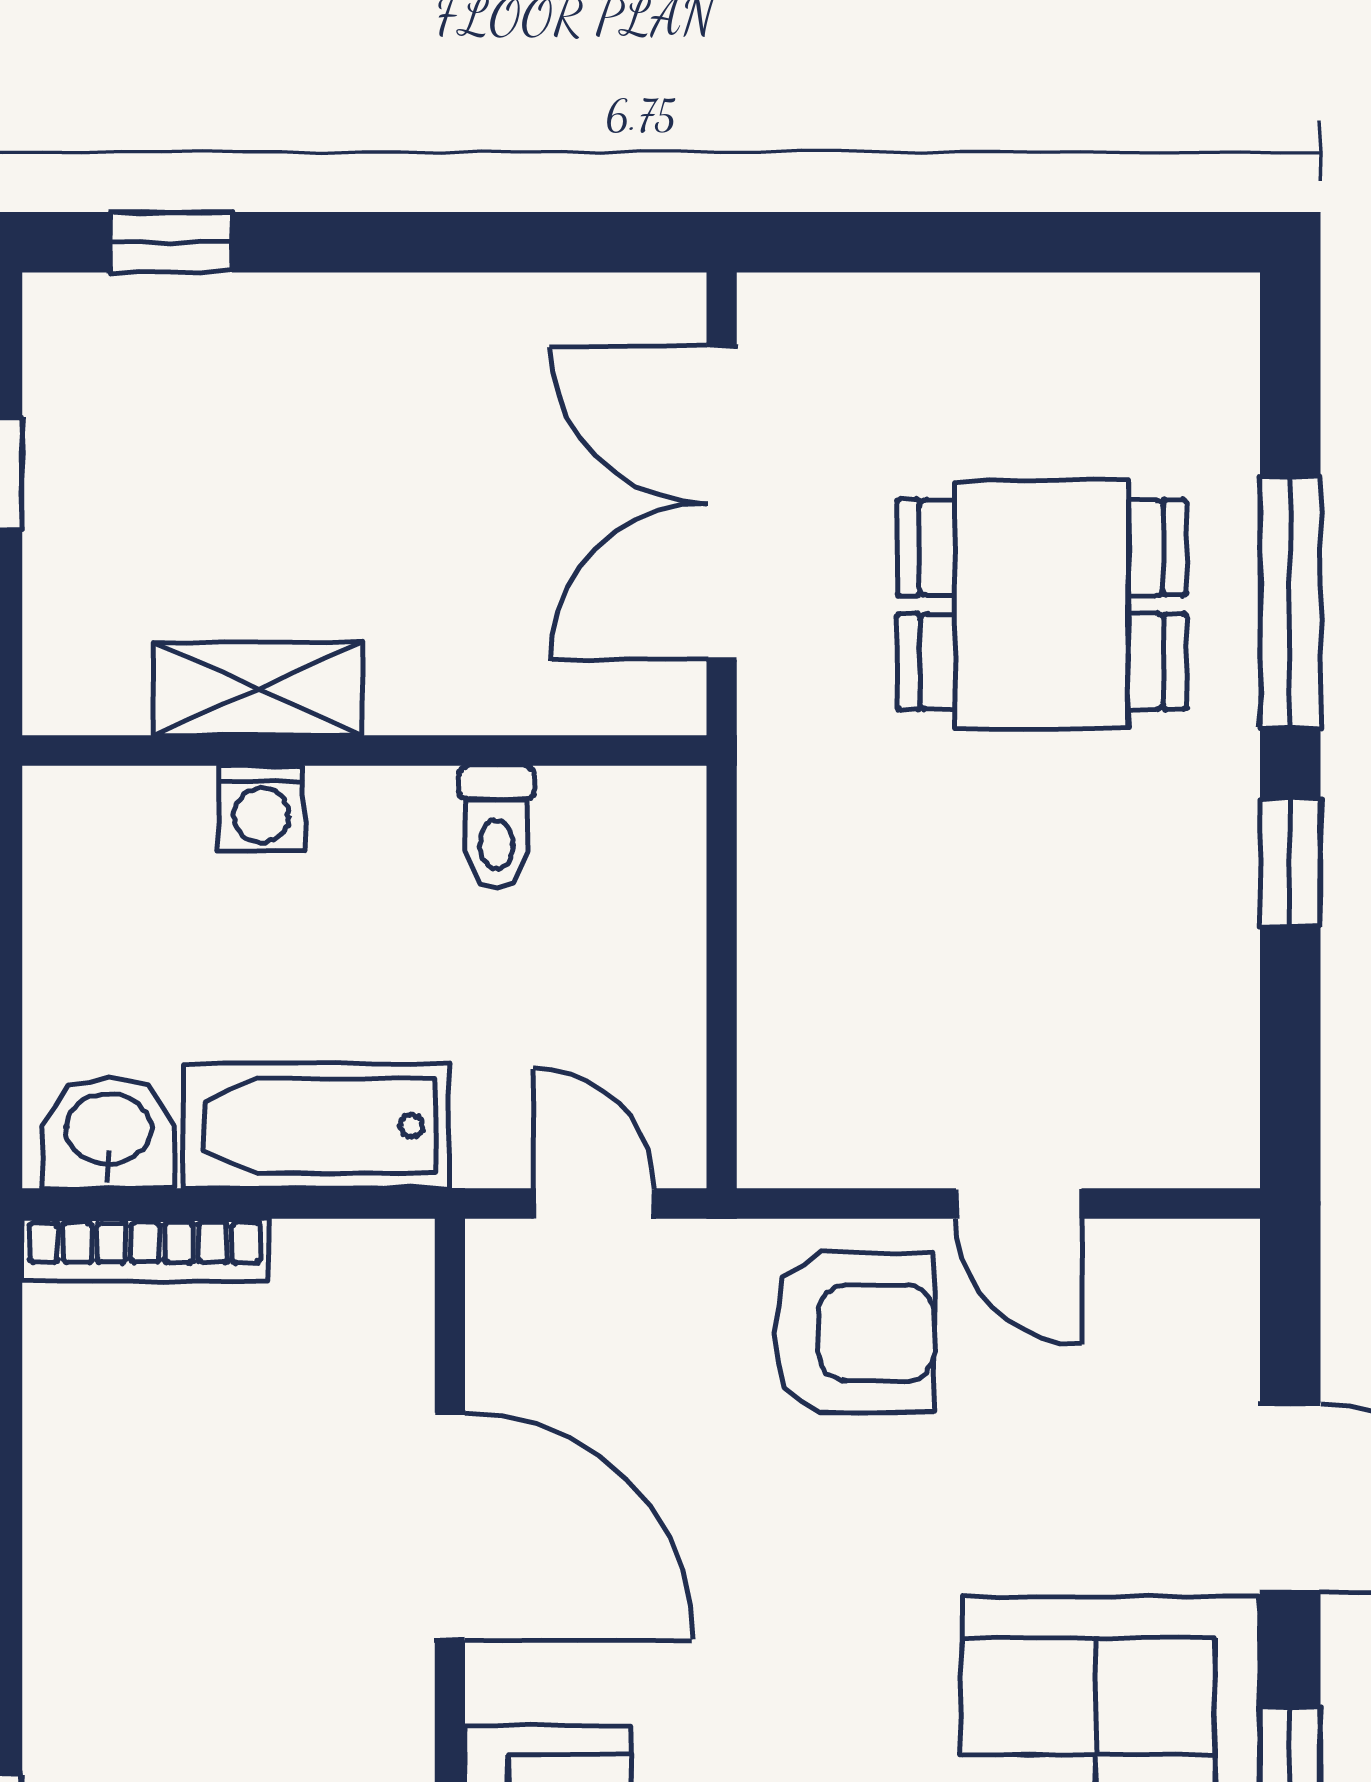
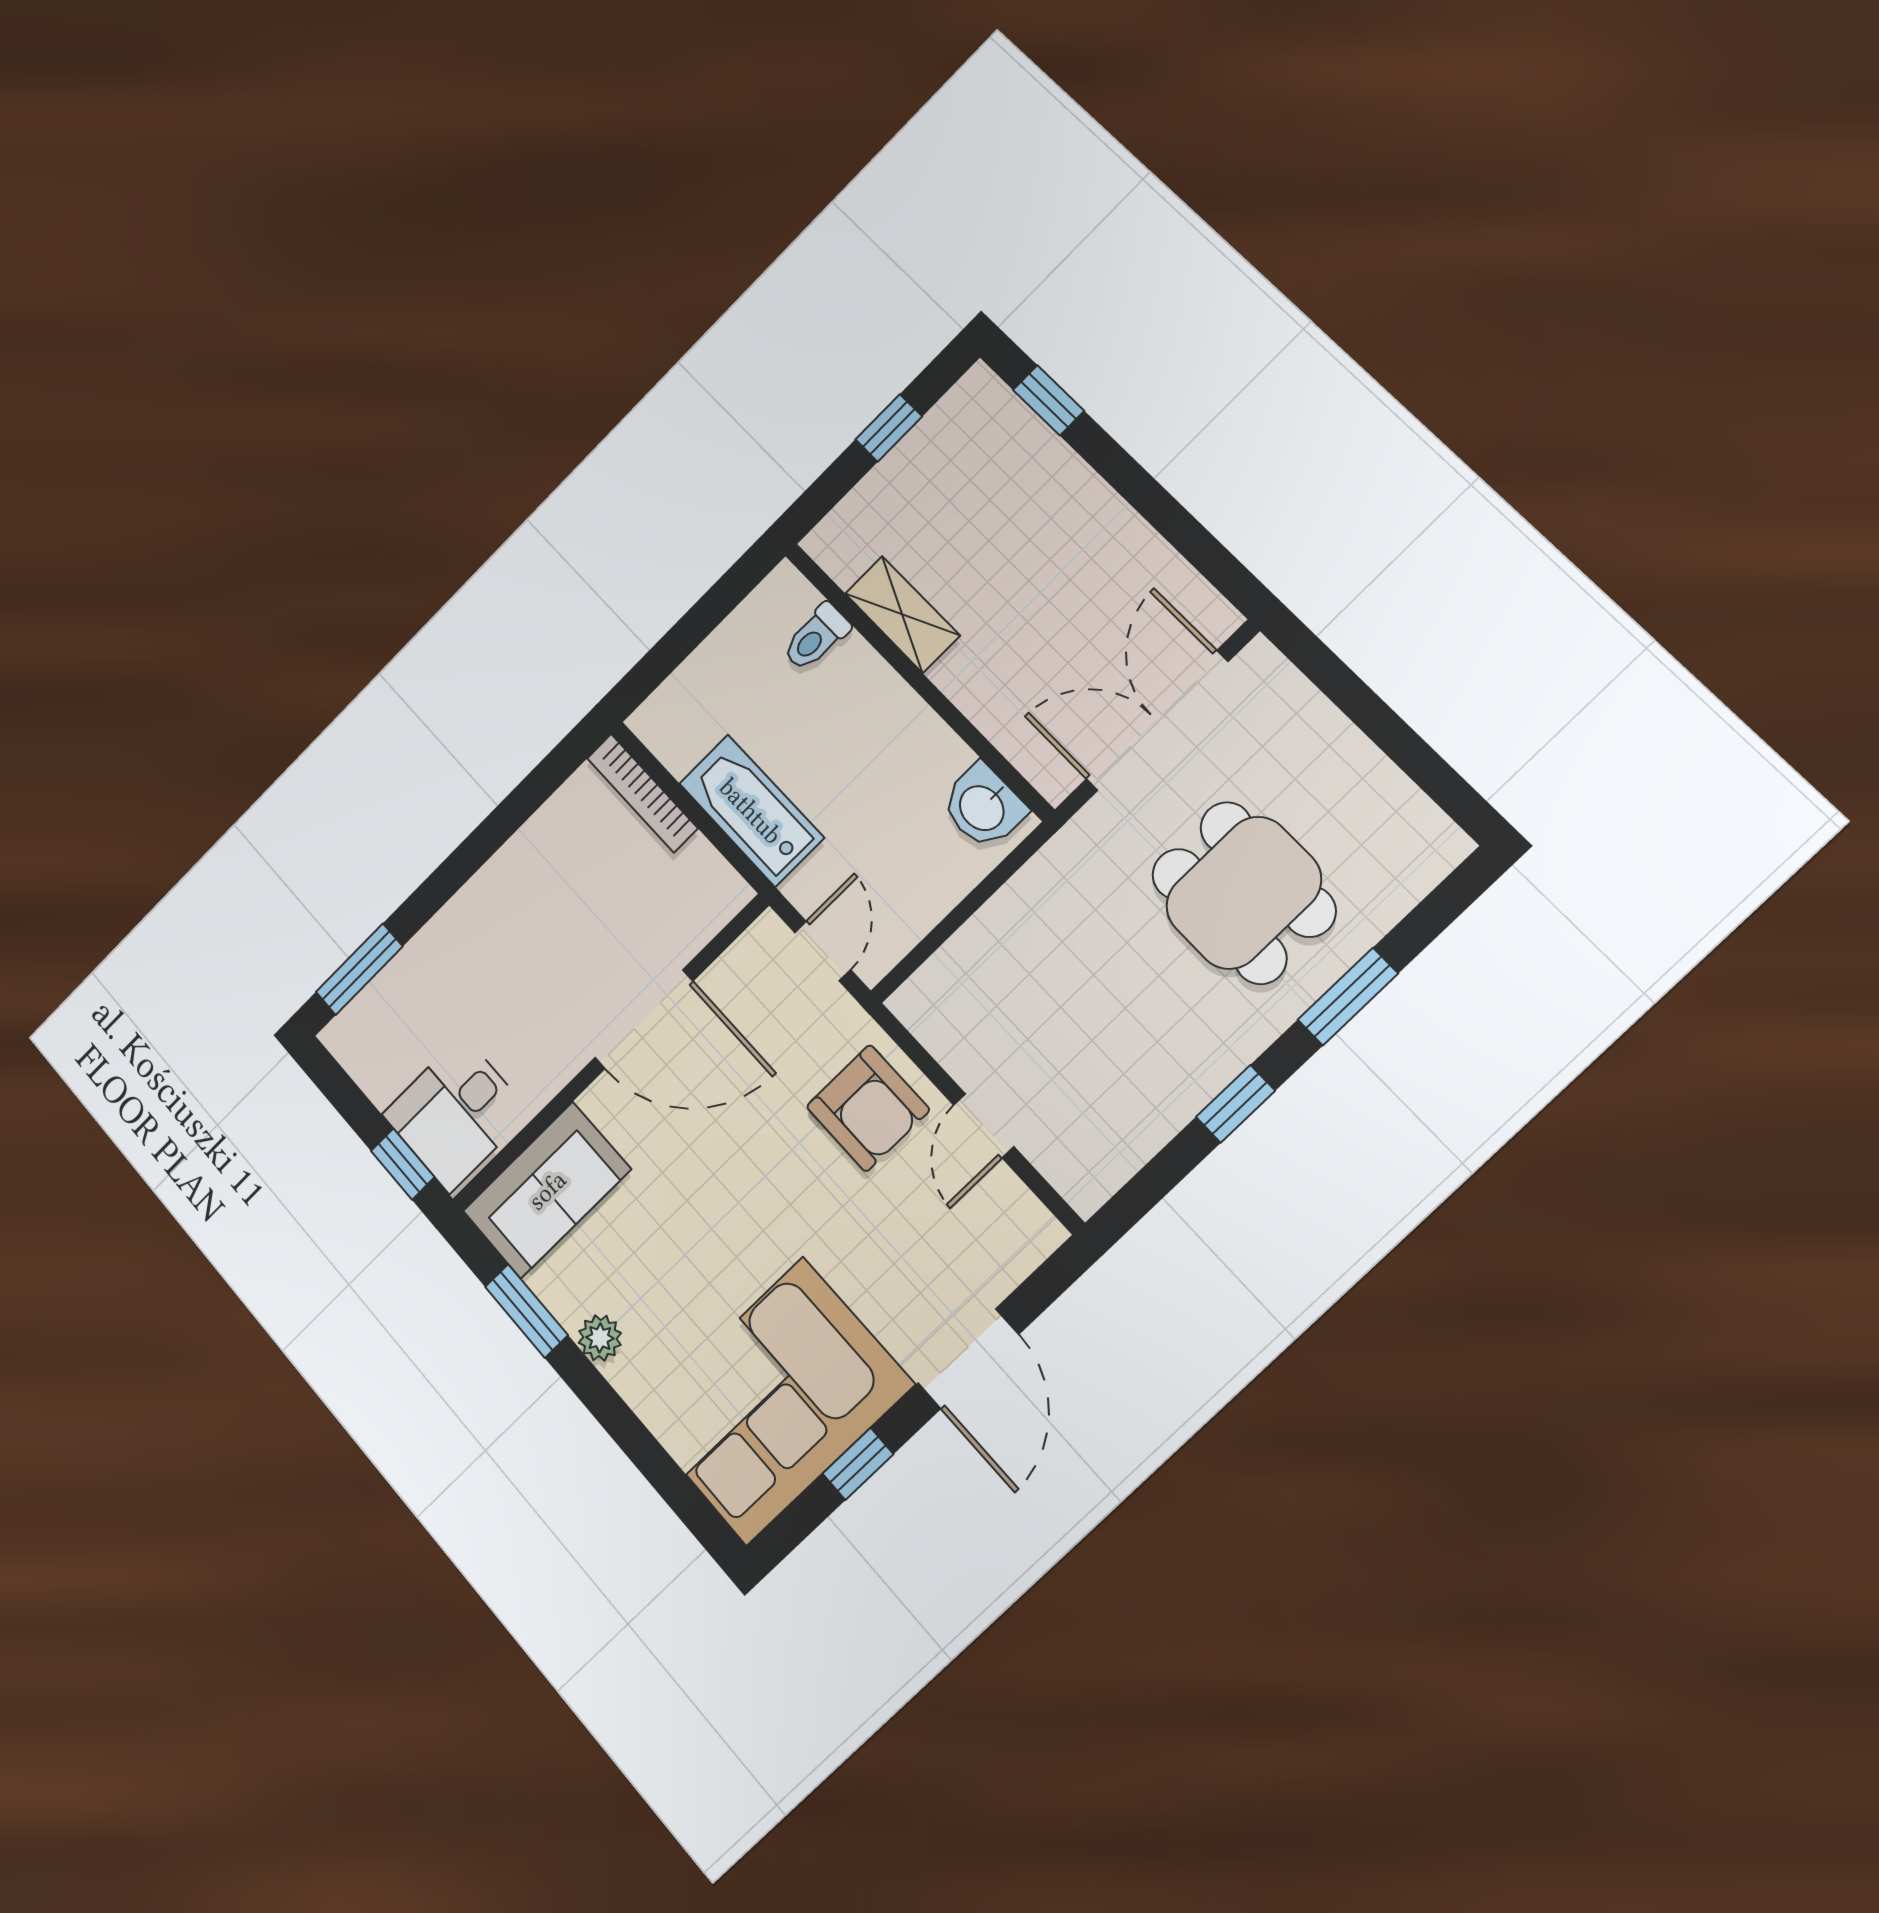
window: (1290, 602) -> (1348, 997), width x0.69
washing machine: (261, 809) -> (856, 664), removed
toilet: (496, 827) -> (816, 637), moved
washbasin: (109, 1132) -> (983, 807), moved, turned 180
door: (450, 1526) -> (644, 1019), hinge flipped

